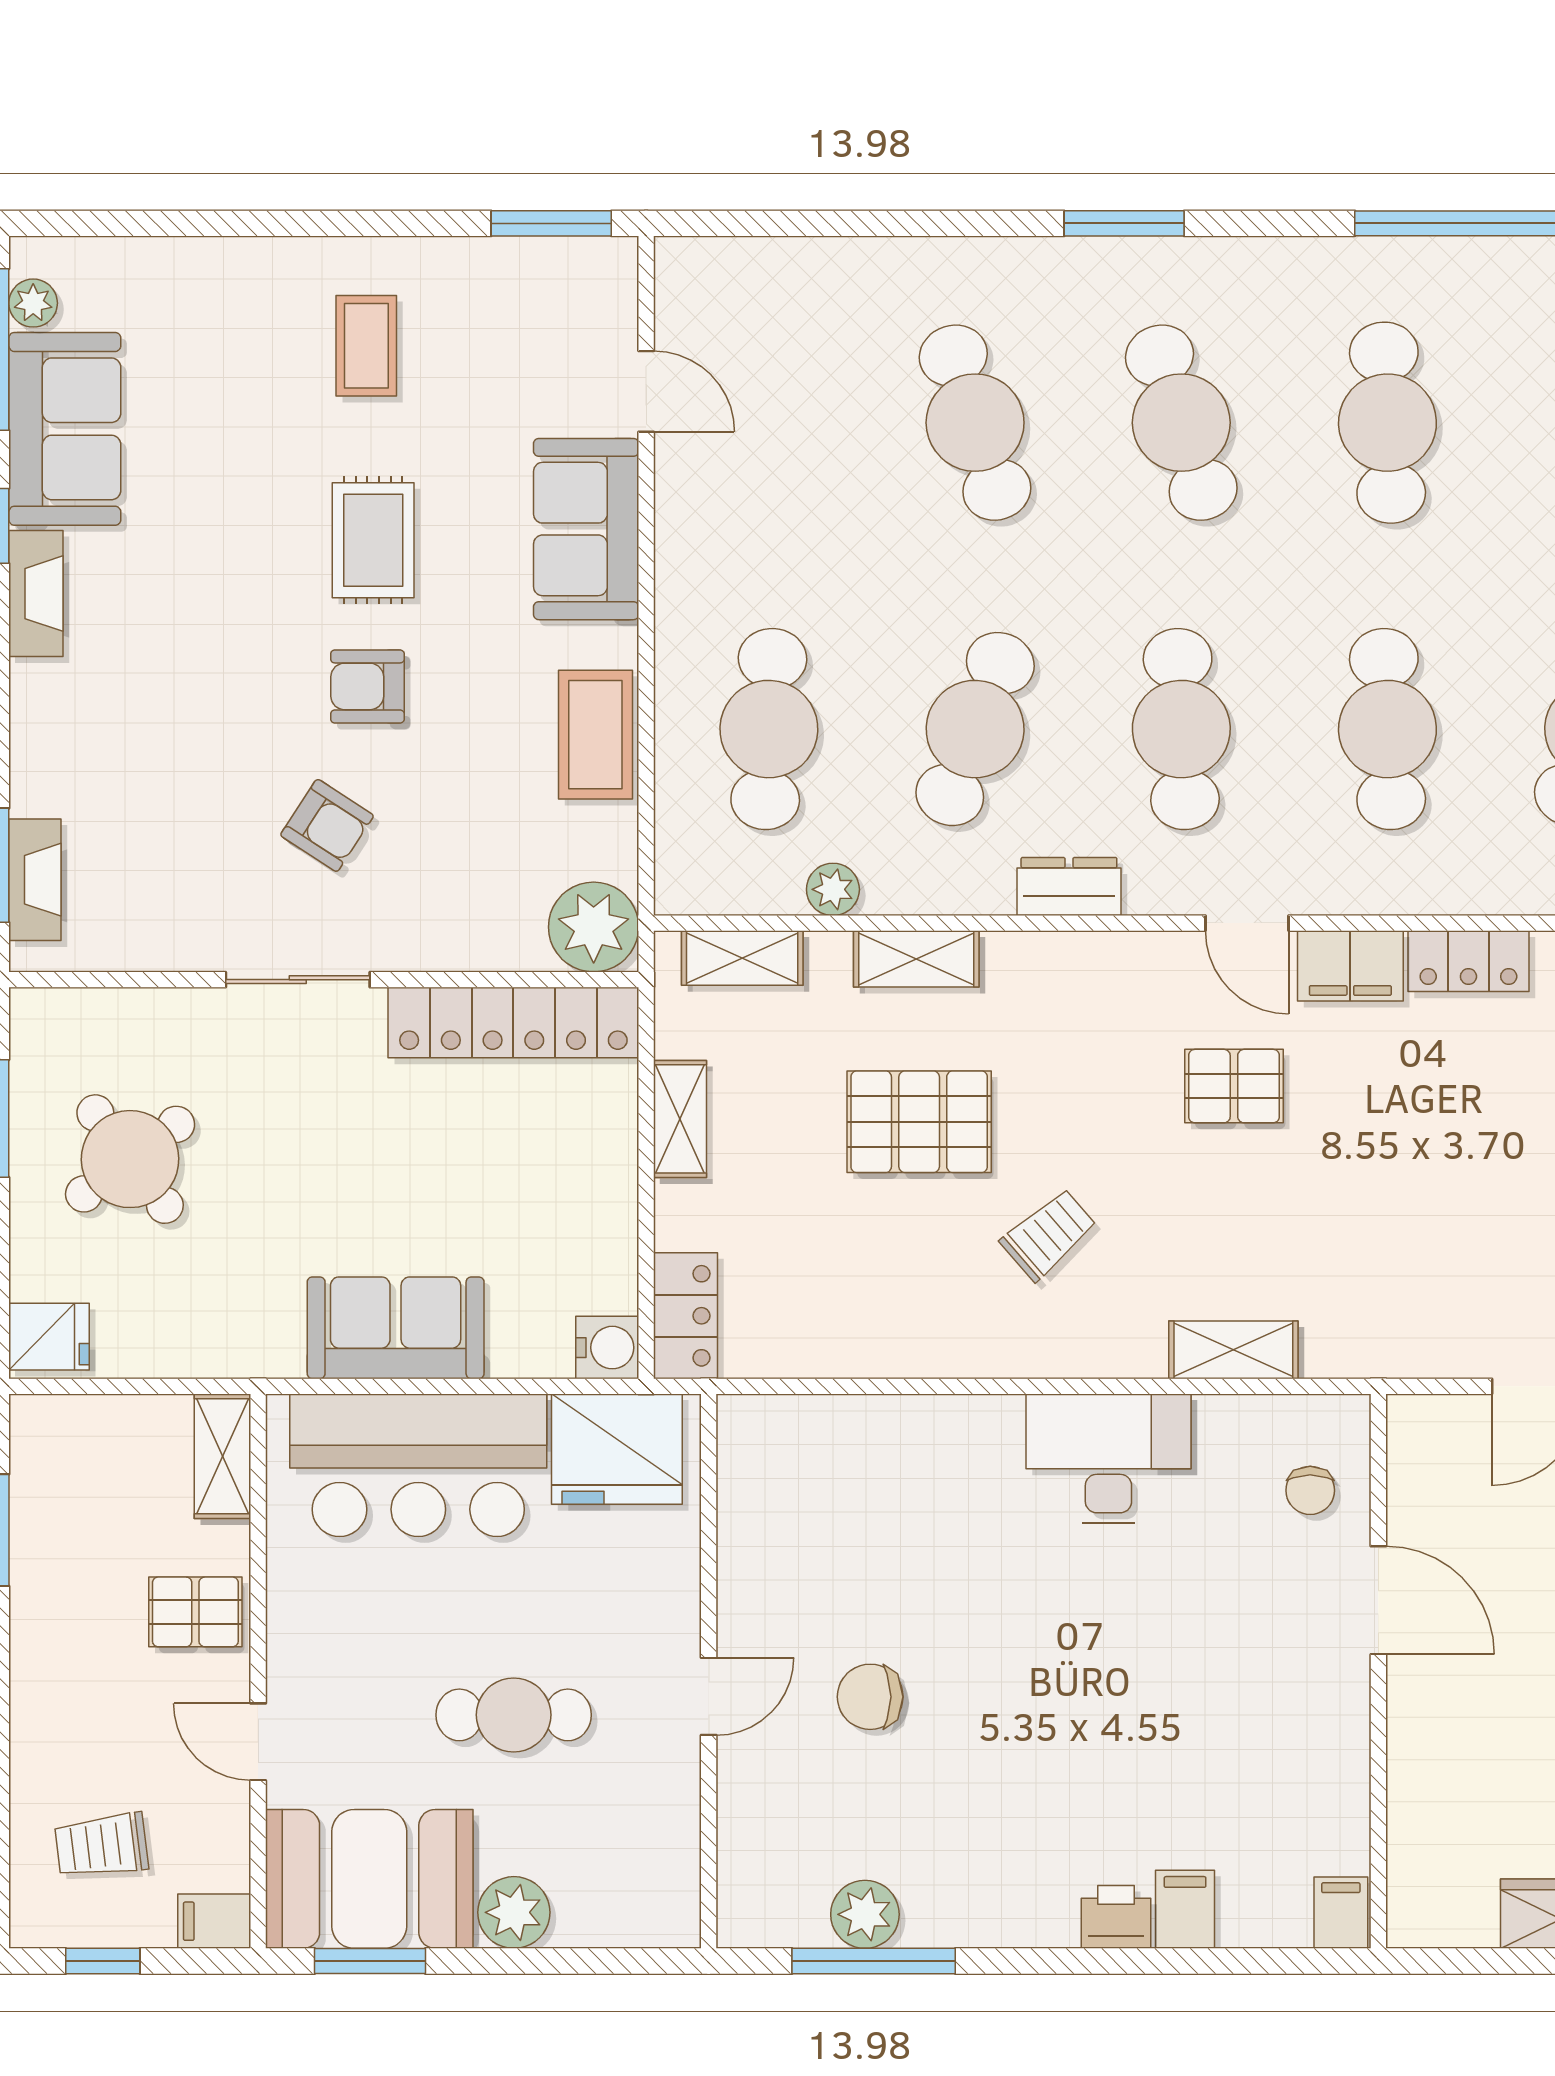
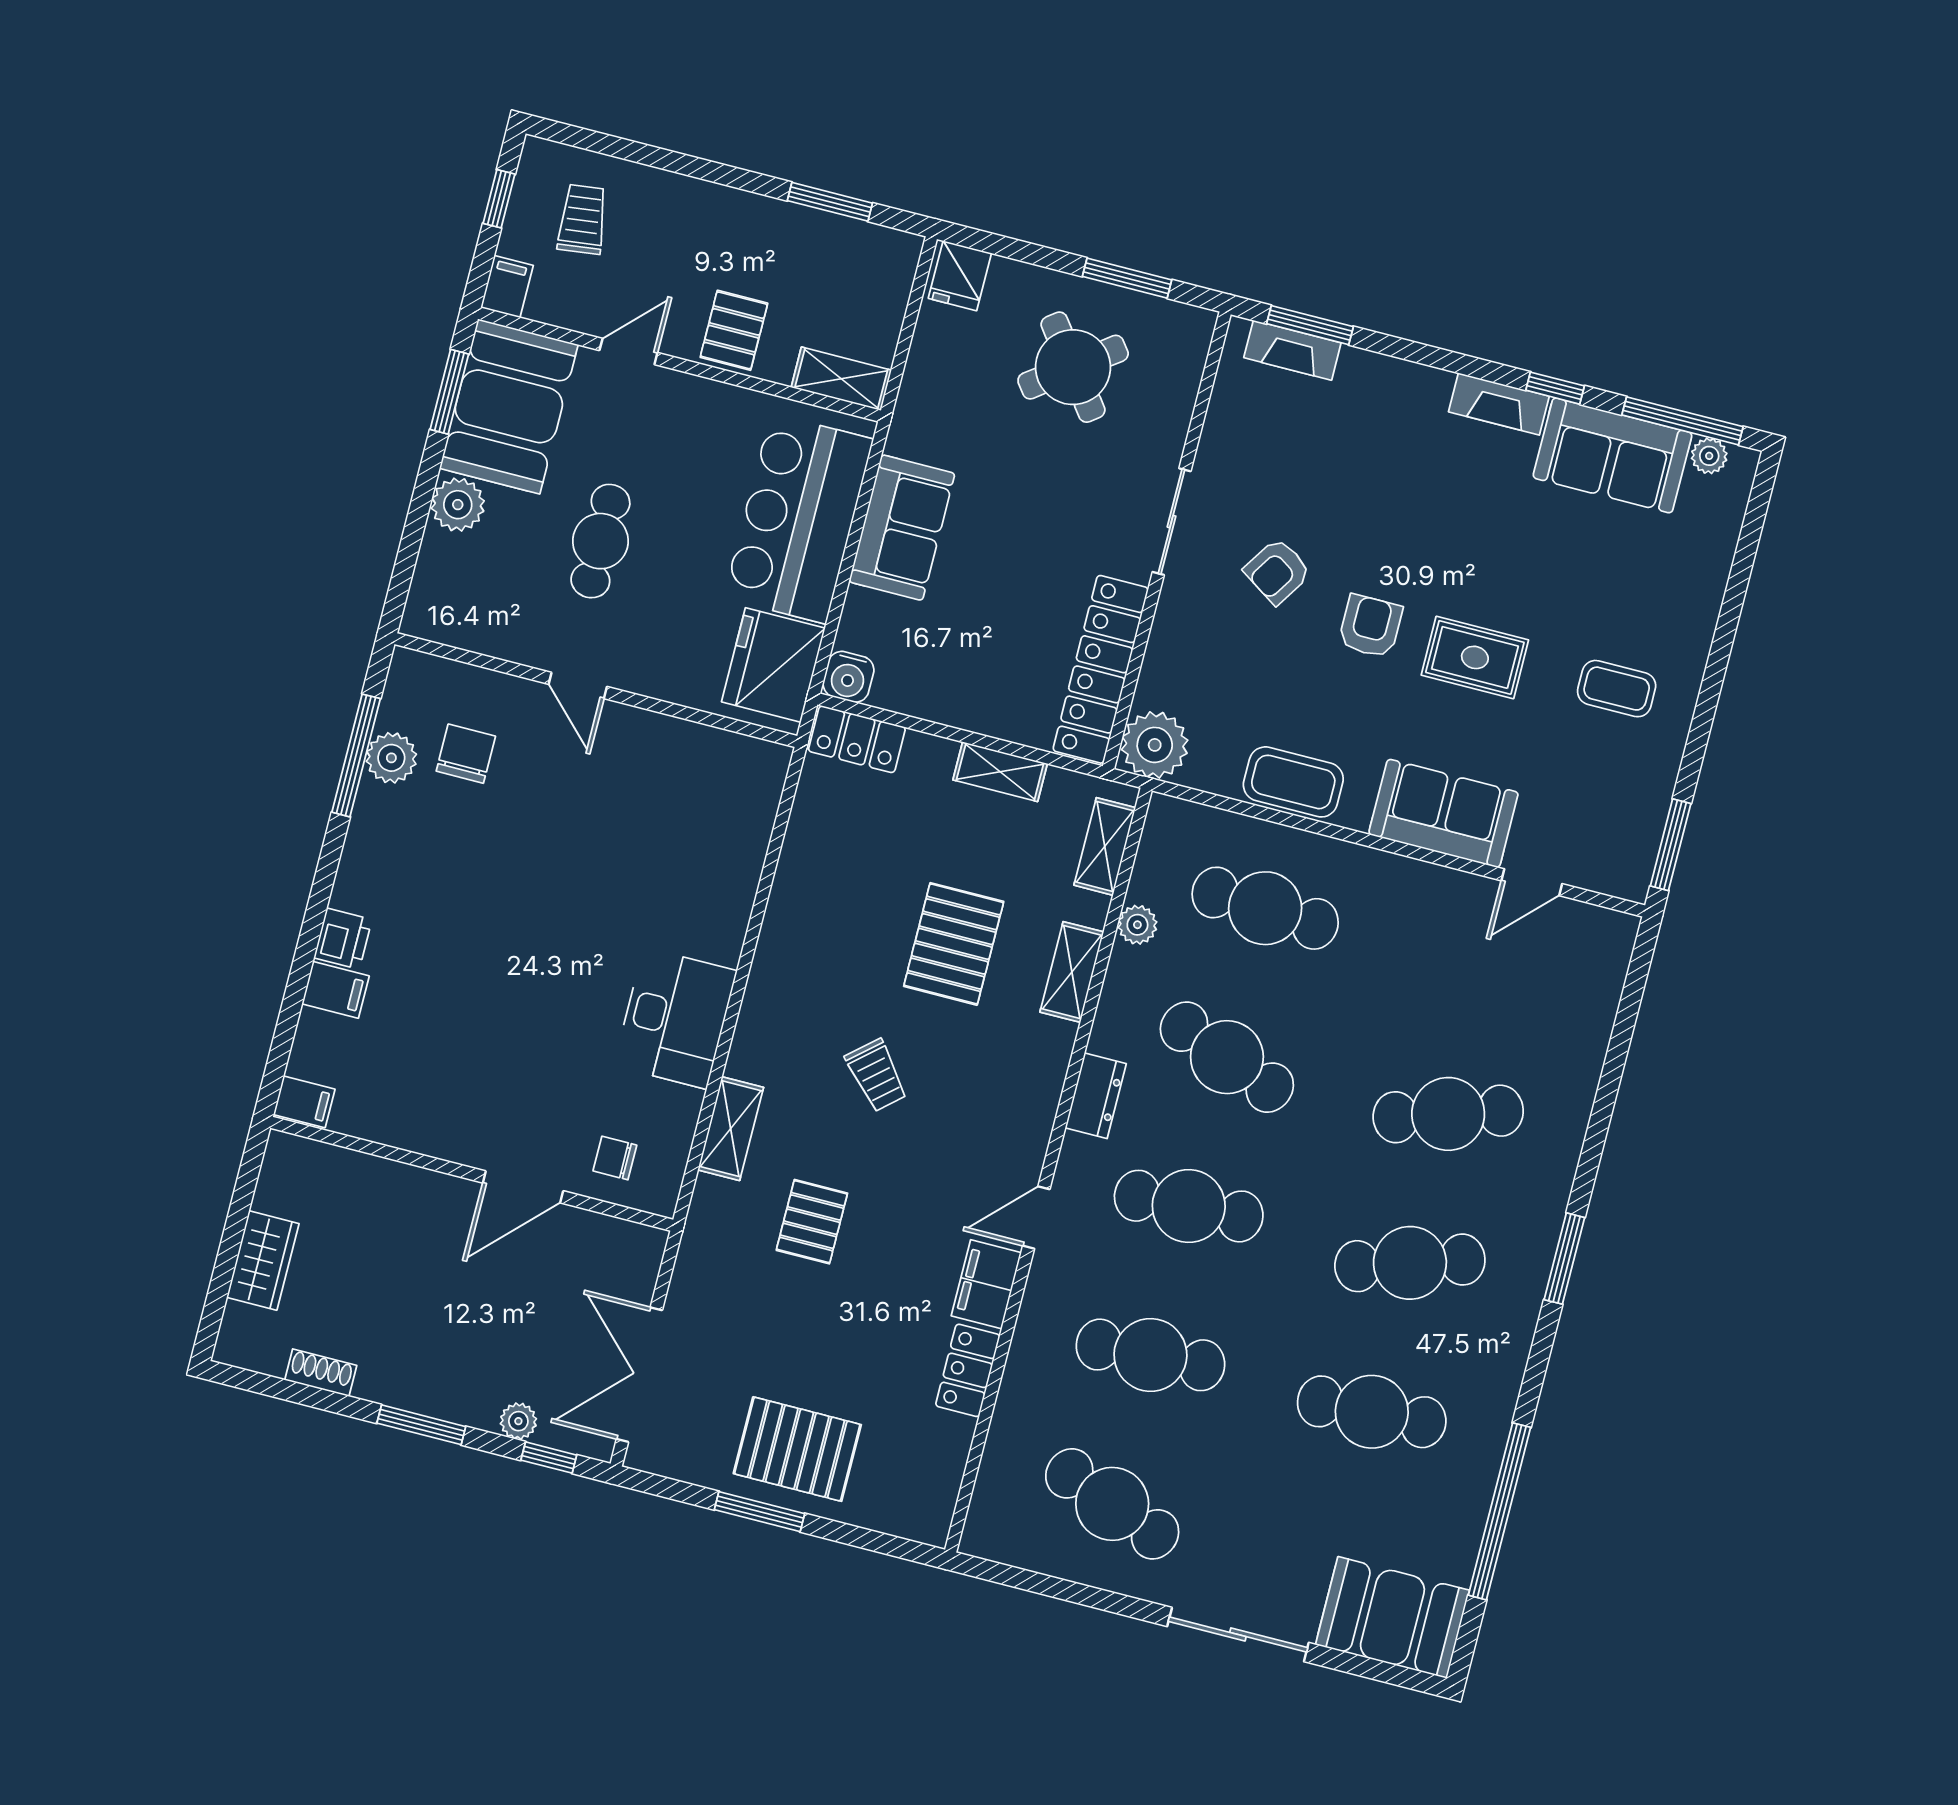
pallet: (1234, 1086) -> (812, 1222), moved
trolley: (1049, 1235) -> (877, 1075), moved
chair: (870, 1697) -> (466, 754), moved

